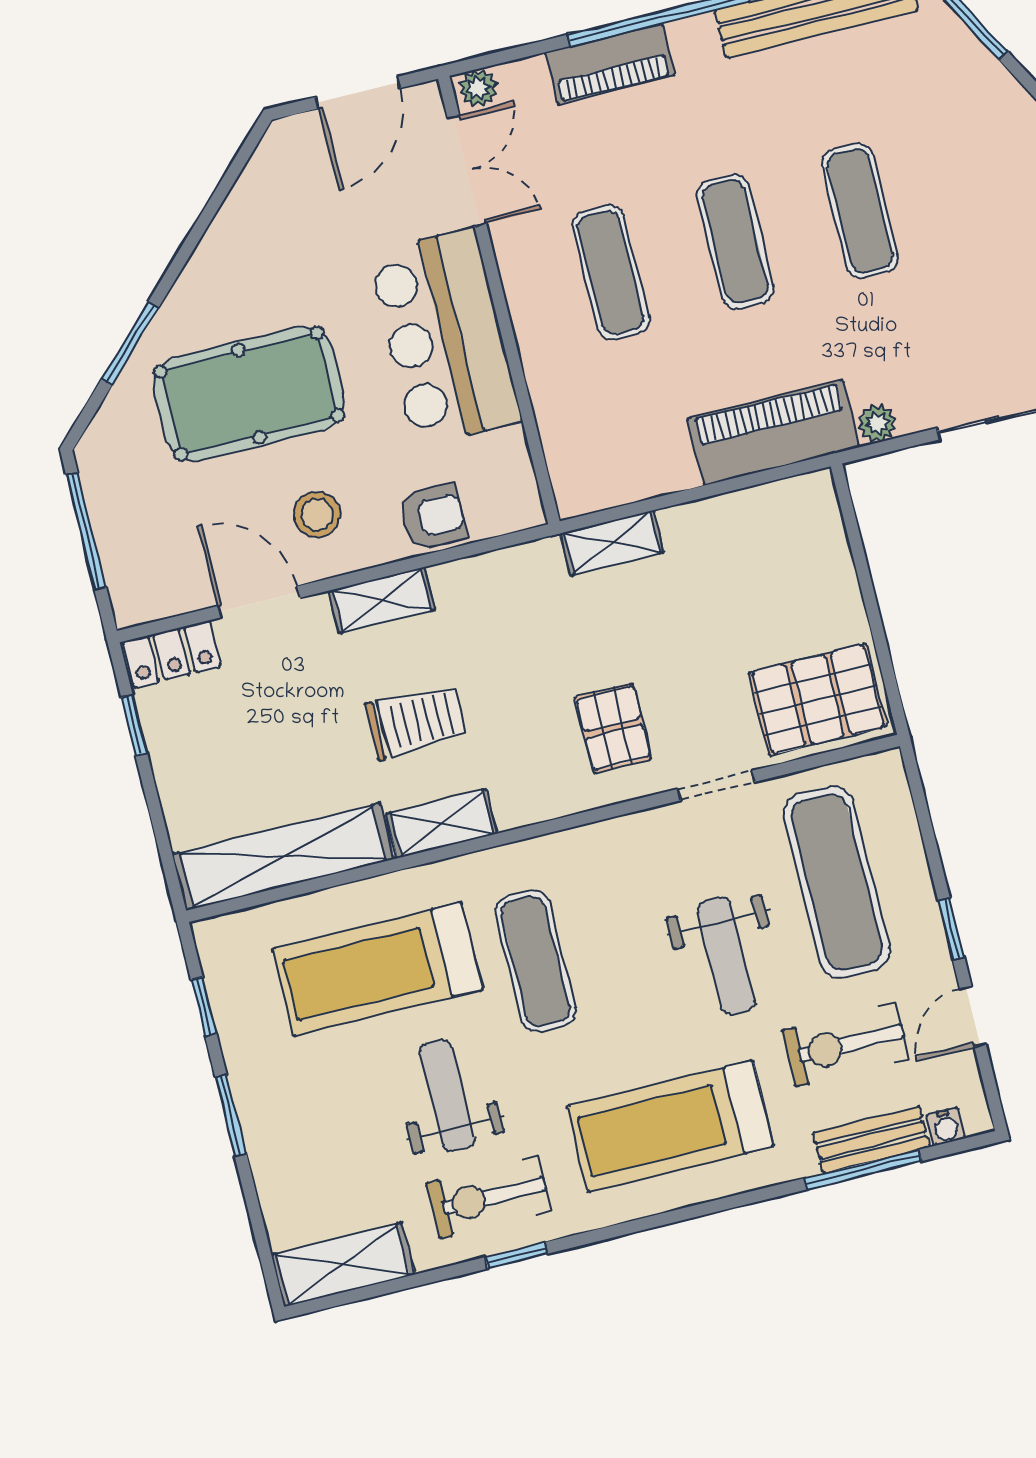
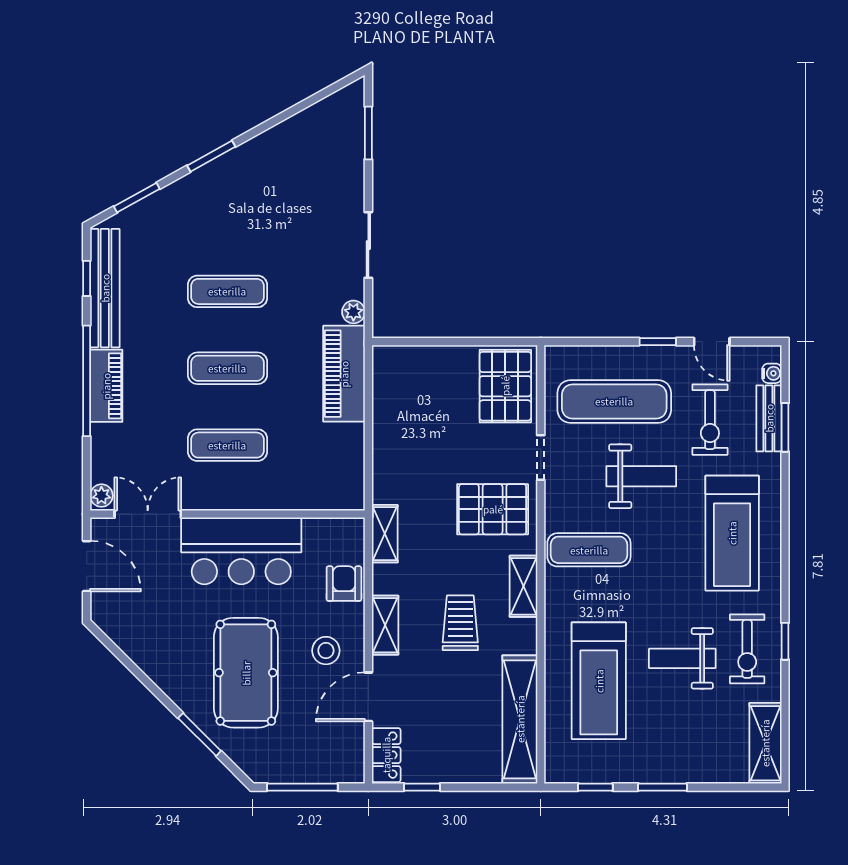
piano: (610, 64) -> (106, 386), moved
shelving: (612, 543) -> (385, 534), moved
pallet: (613, 728) -> (493, 509), width x1.50, depth x1.42
shelving: (442, 824) -> (524, 586), moved
exercise mat: (536, 961) -> (589, 550), moved
window: (863, 1170) -> (785, 427), width x0.69

